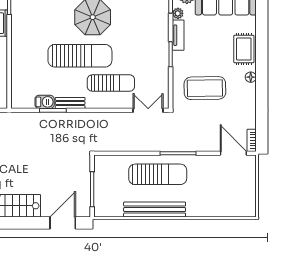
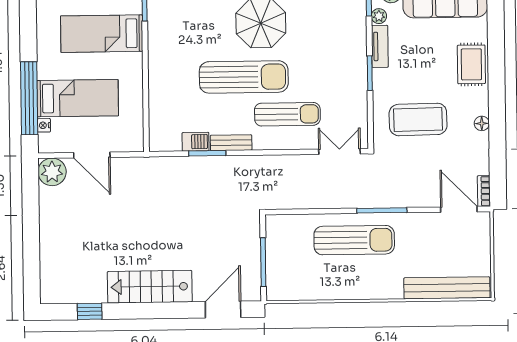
floor lamp: (251, 77) -> (482, 123), moved
bench: (155, 210) -> (447, 288), moved

